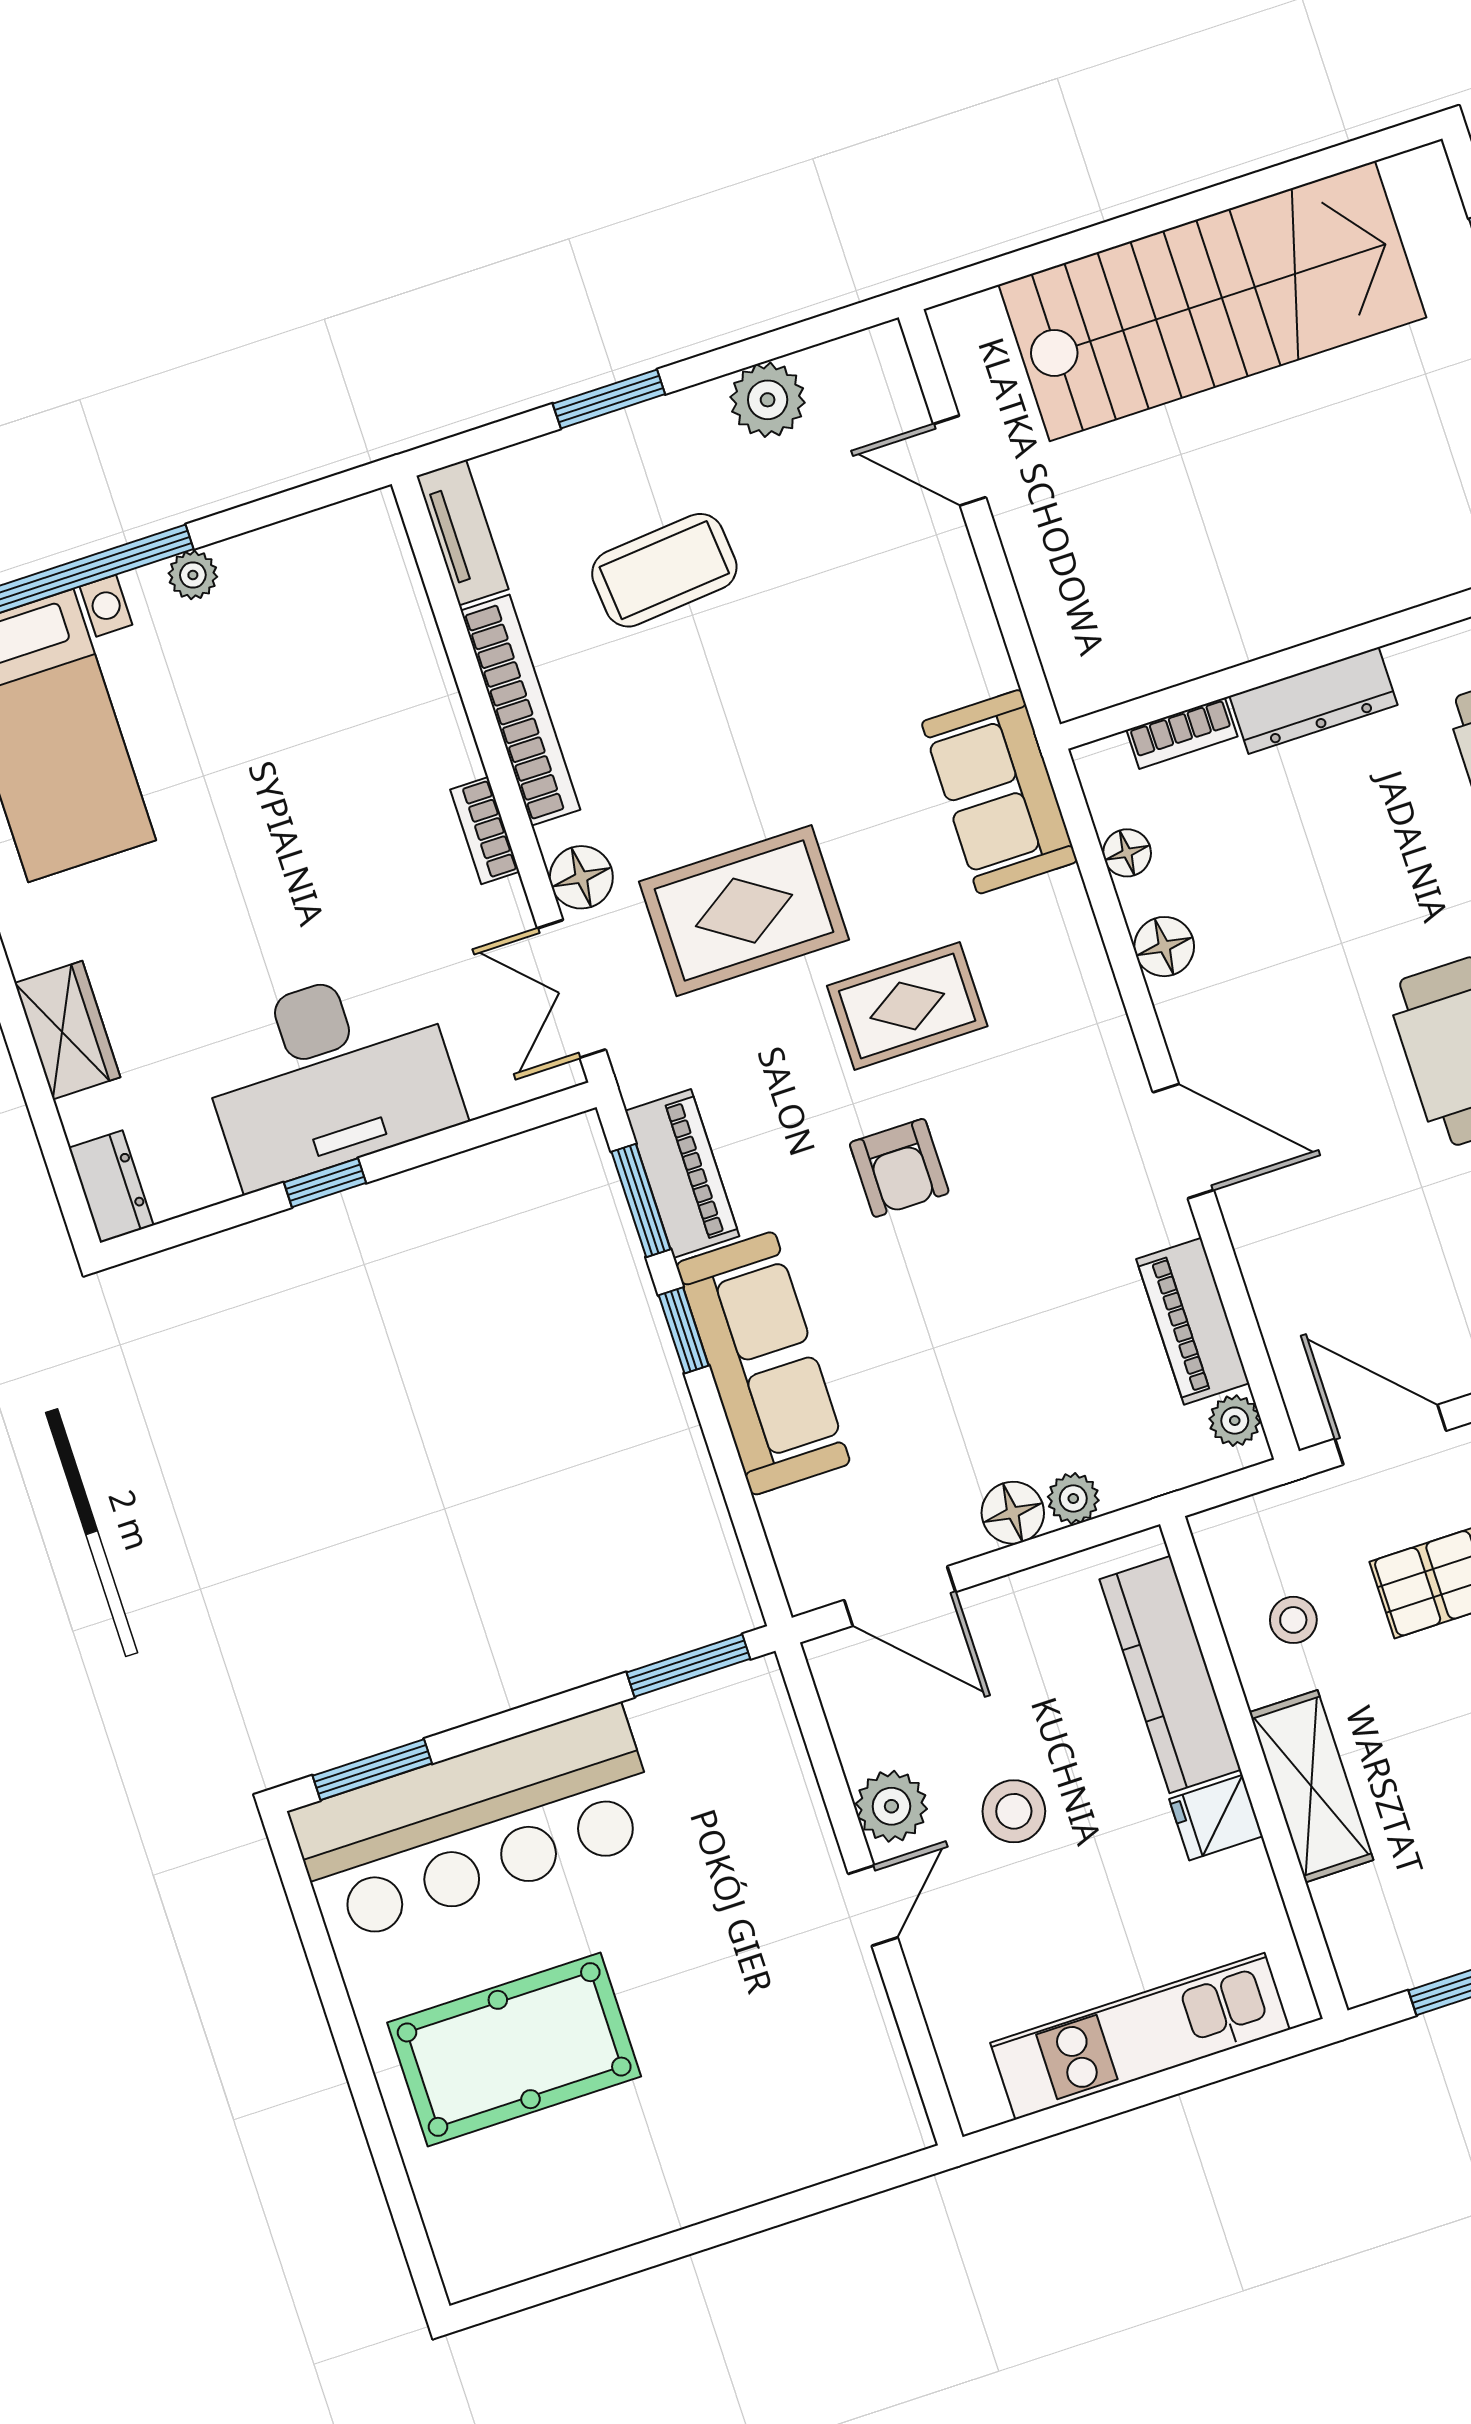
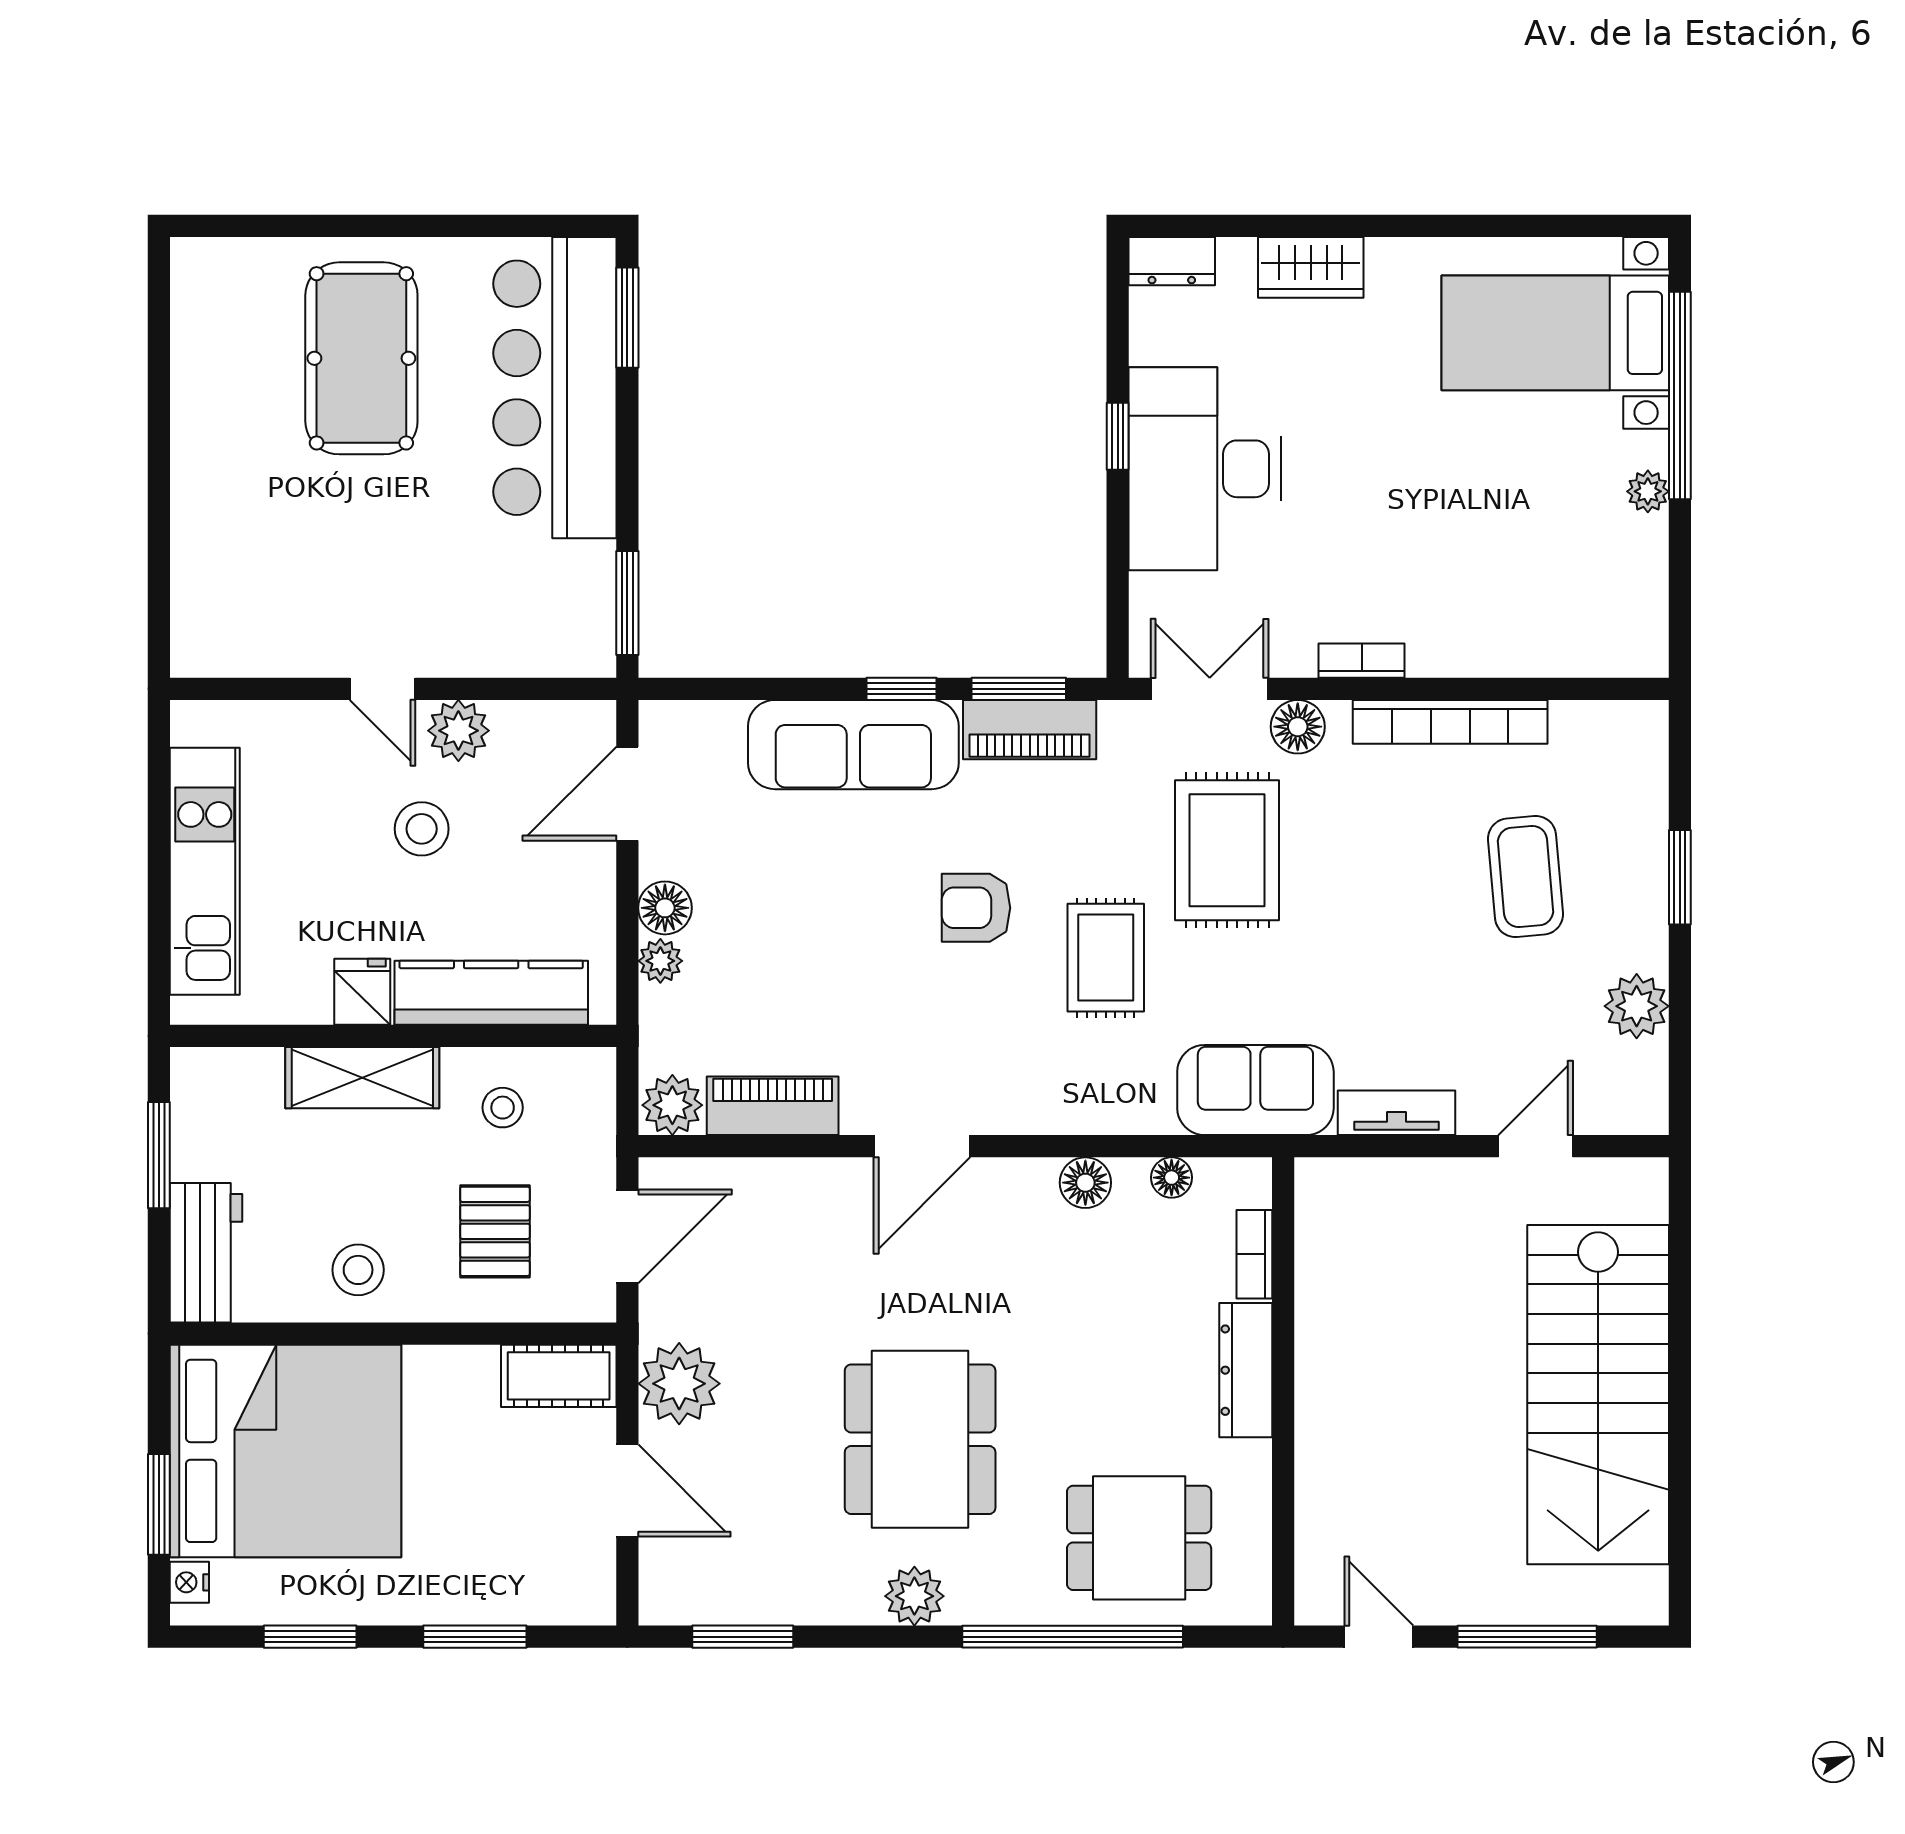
tv unit: (462, 533) -> (1397, 1113), moved, turned 180
plant: (1235, 1421) -> (672, 1105), width x1.38, depth x1.38

